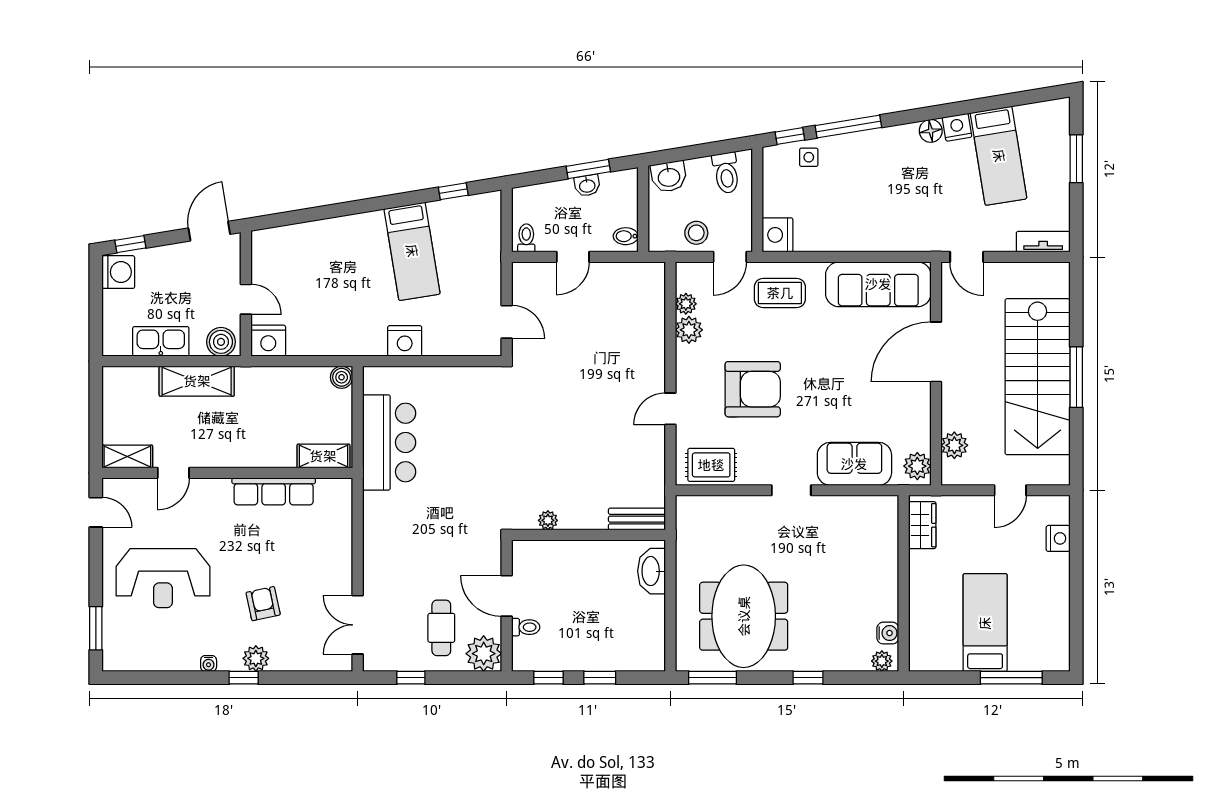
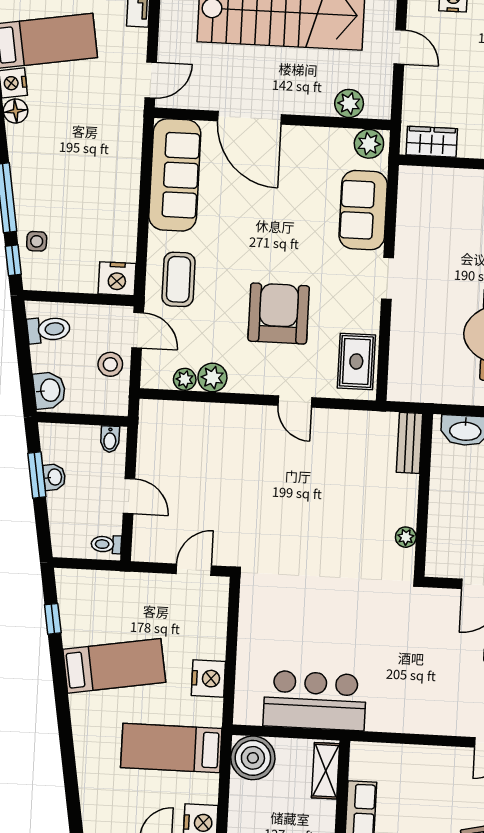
bed: (337, 309) -> (171, 748), added
boiler: (342, 377) -> (253, 758), width x1.86, depth x1.86

